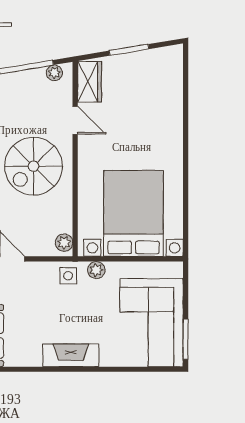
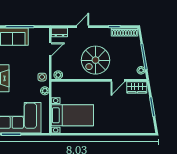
spiral stairs: (33, 166) -> (96, 60), turned -90
bed with nightstands: (134, 213) -> (72, 115), width x0.73

